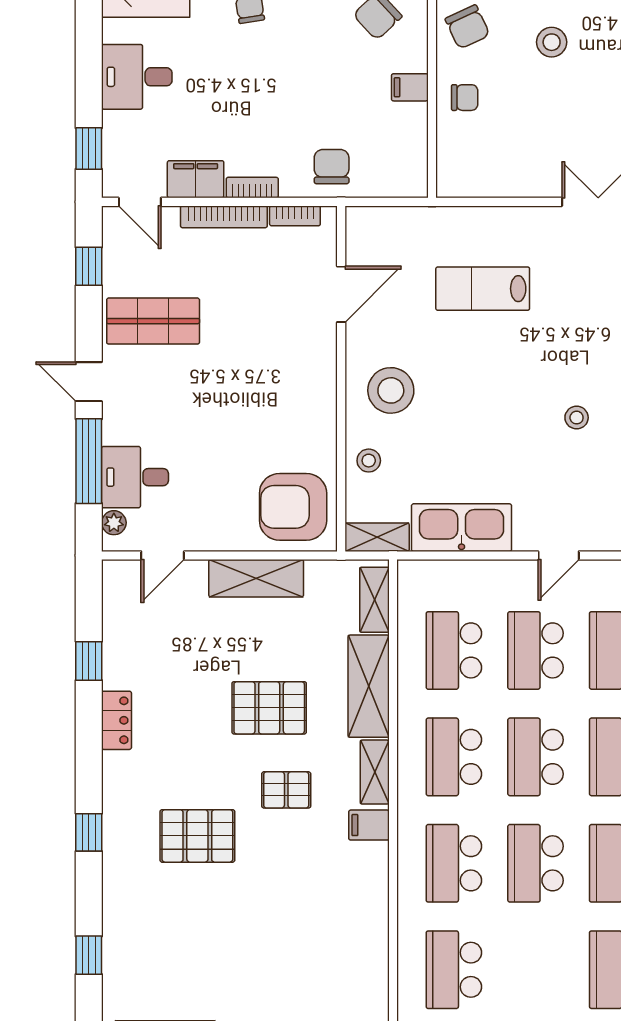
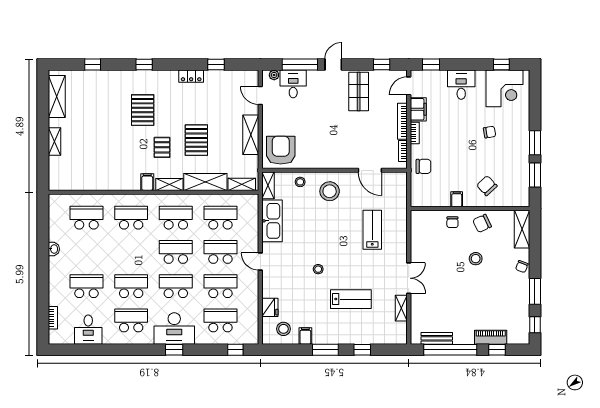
school desk: (535, 863) -> (131, 252), removed

